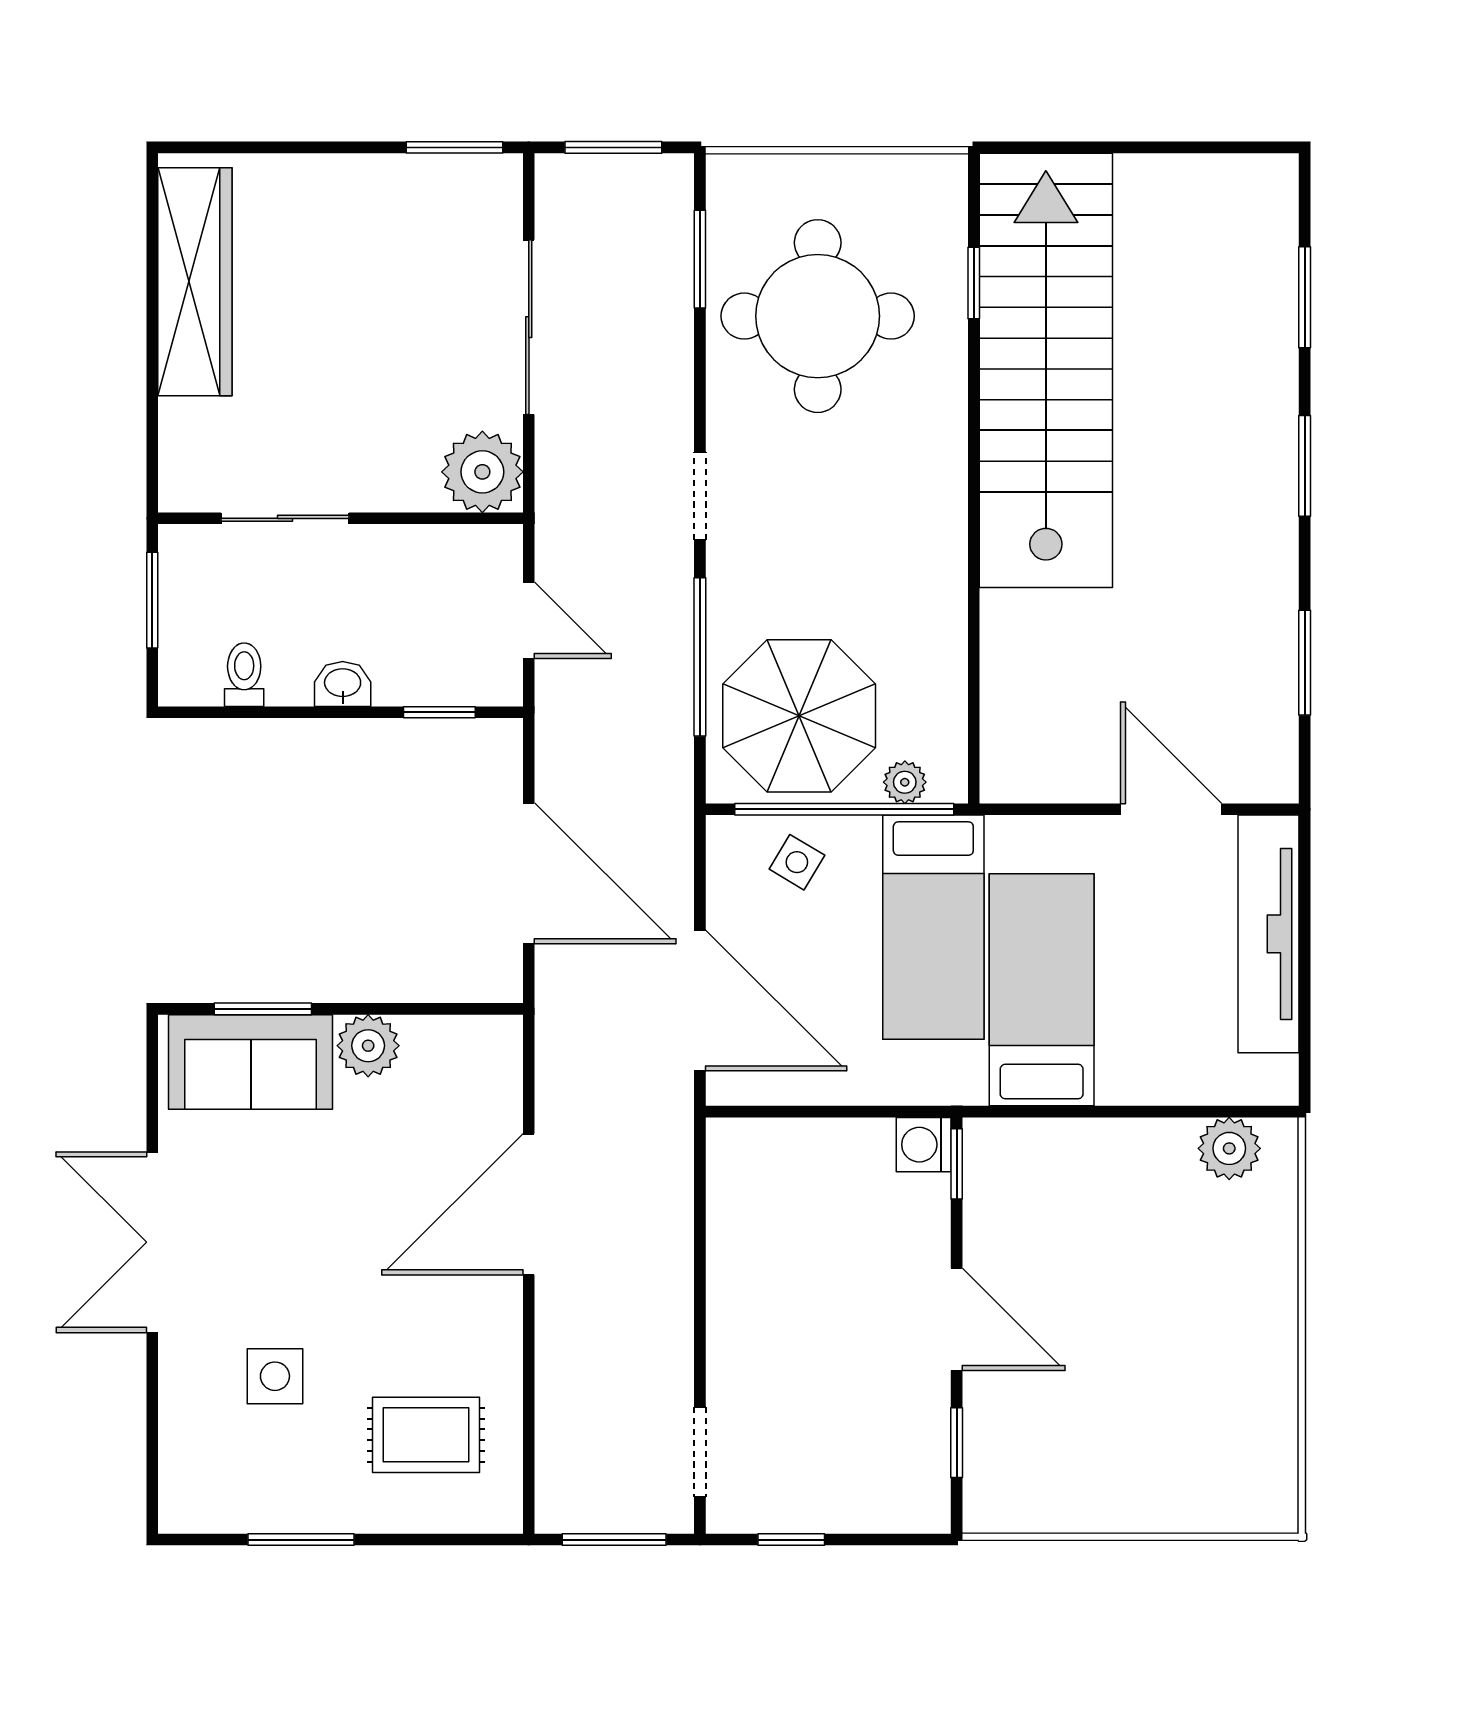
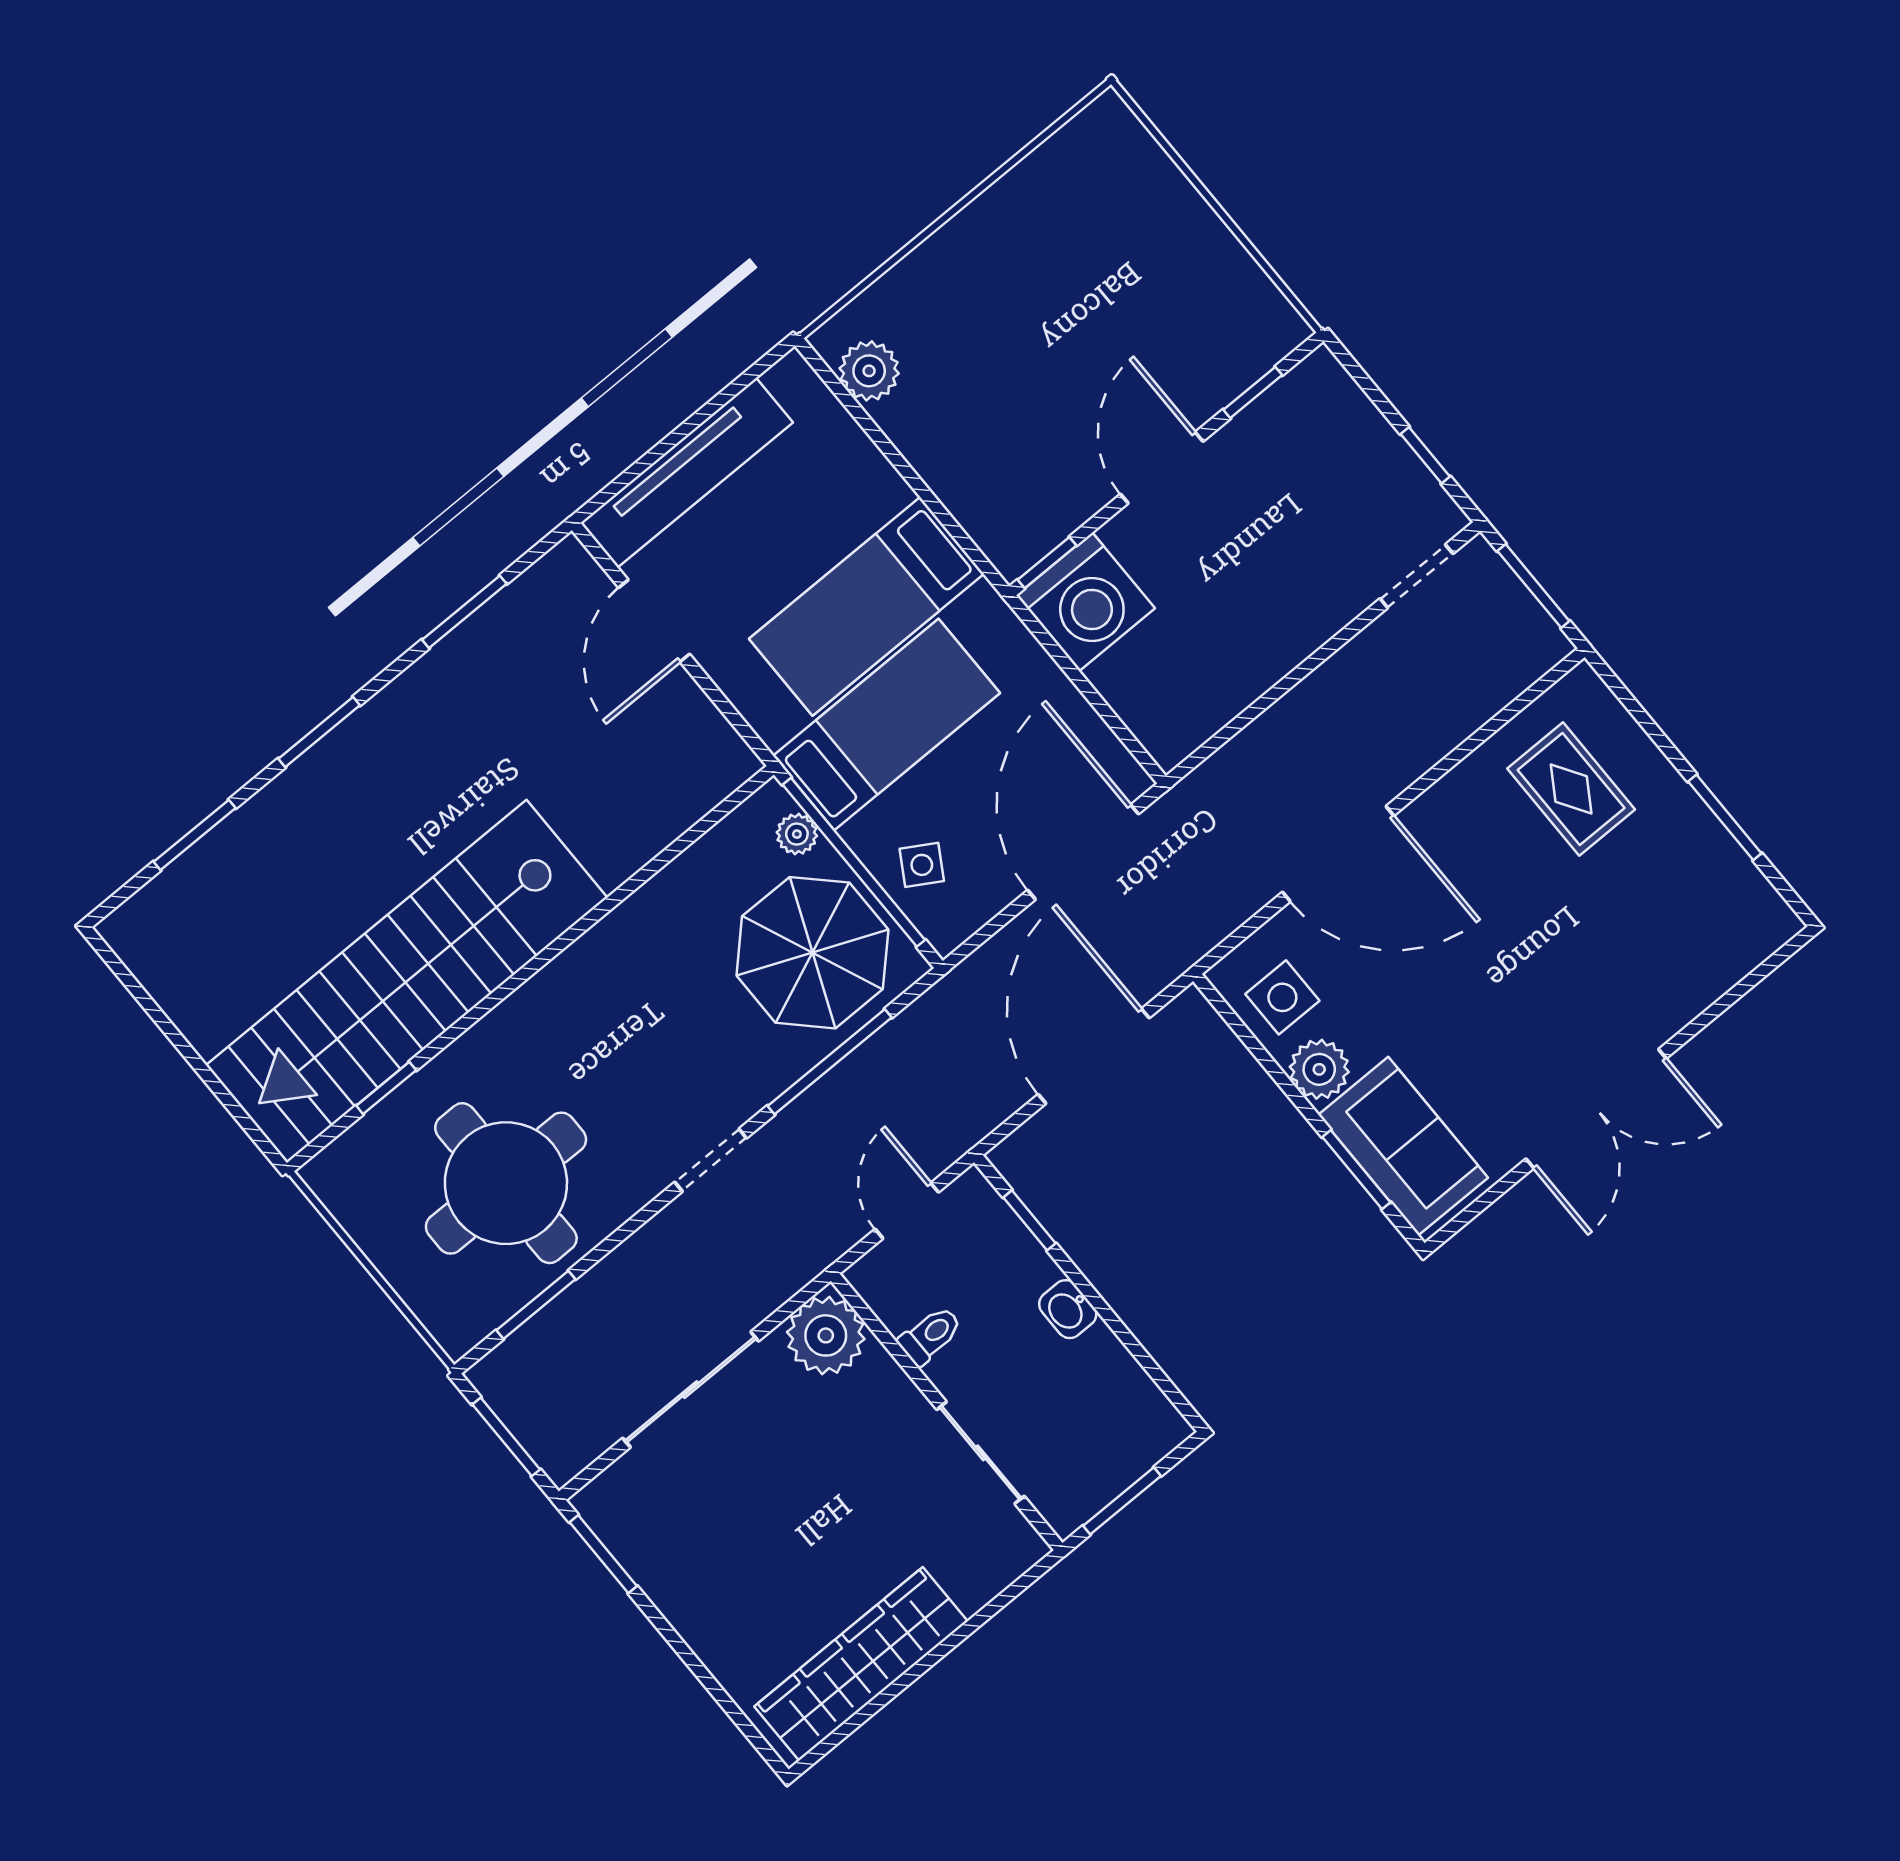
toilet: (244, 675) -> (930, 1335), moved, turned 180
washing machine: (924, 1145) -> (1086, 602), width x1.89, depth x1.89
side table: (275, 1376) -> (1282, 997), moved

